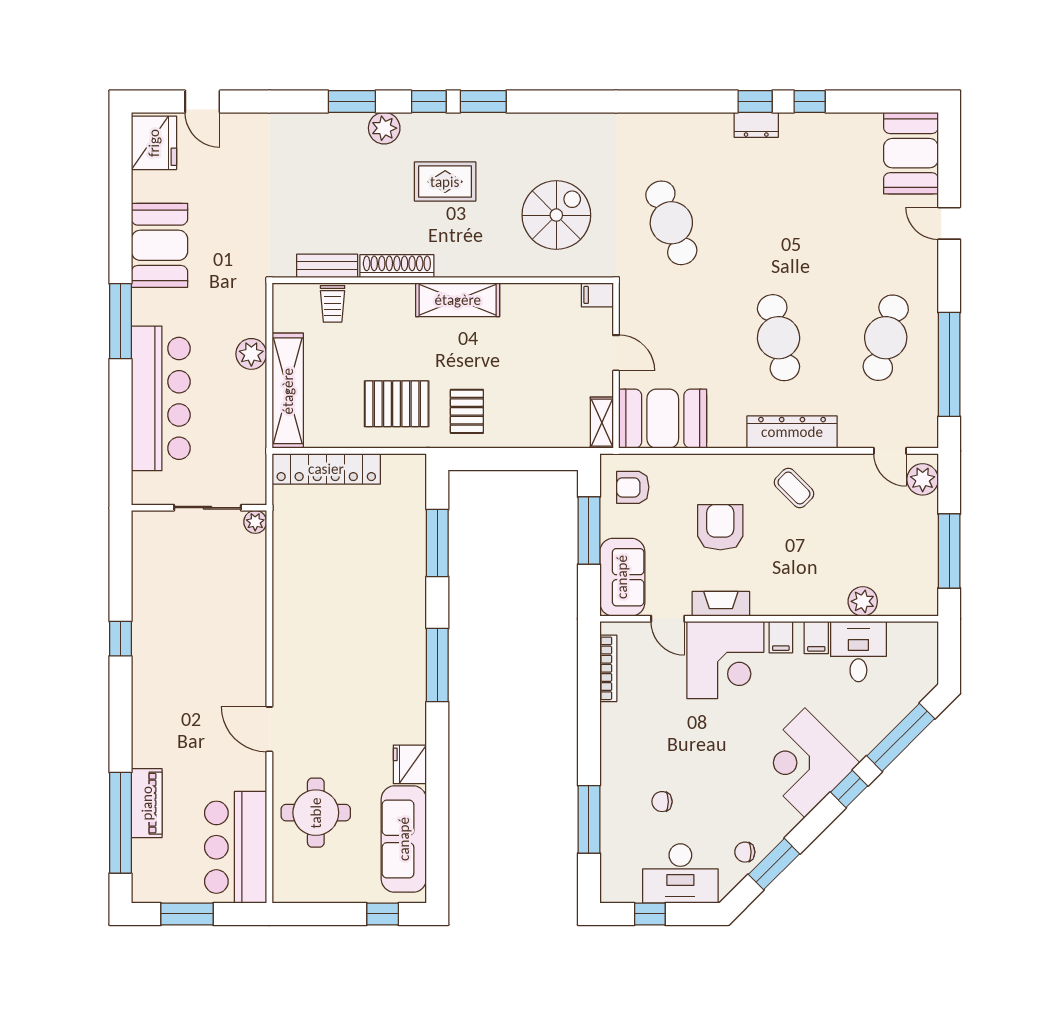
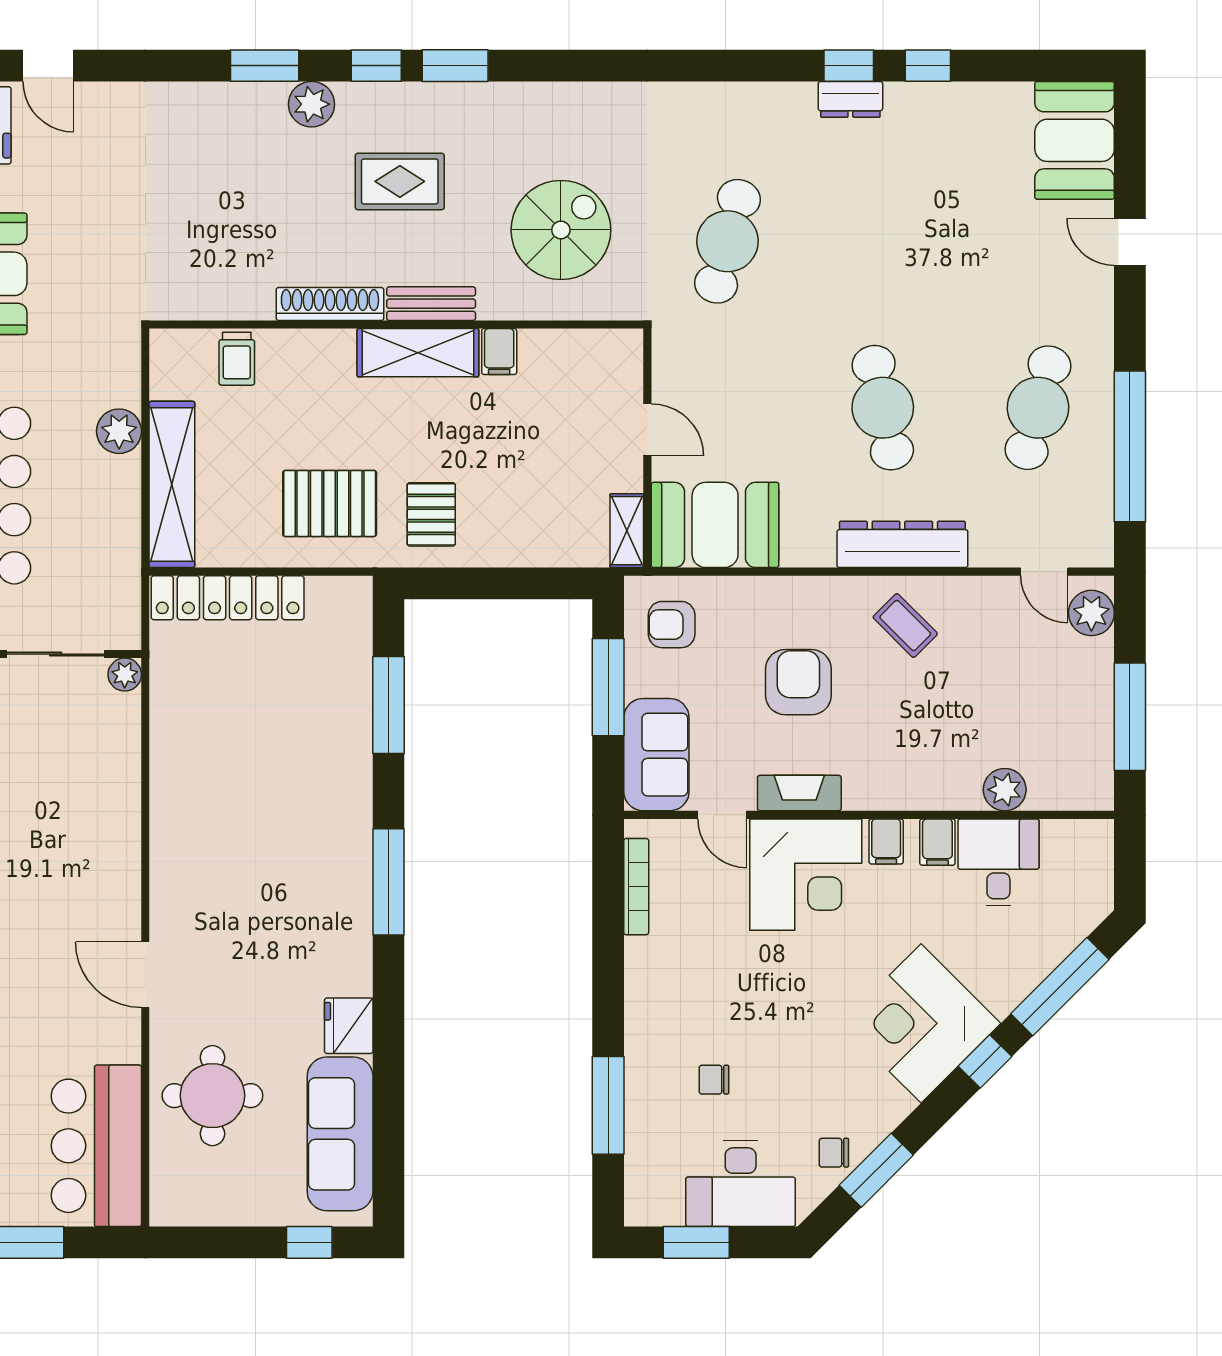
cafe table: (671, 223) -> (727, 241), turned 36
bench: (327, 266) -> (431, 304), moved
filing cabinet: (597, 295) -> (499, 352), moved, turned -90
window: (650, 914) -> (696, 1242), width x1.50

